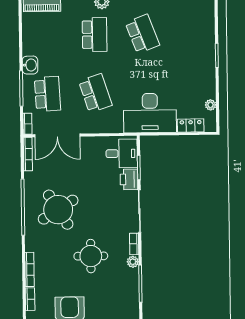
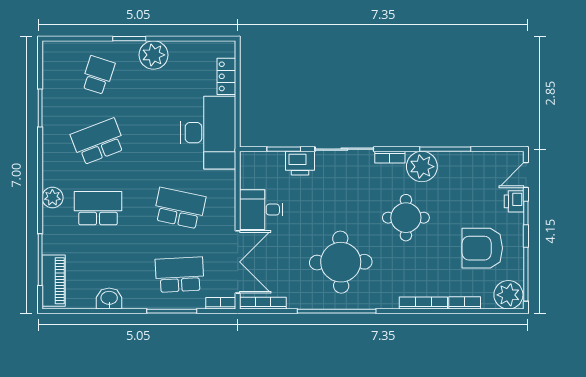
school desk: (190, 33) -> (98, 75), added
washbasin: (30, 65) -> (109, 298), moved
school desk: (95, 93) -> (180, 208), turned 30
plant: (211, 105) -> (153, 55), moved, width x1.88, depth x1.88
desk: (122, 154) -> (261, 210), moved, turned -90
round table: (58, 210) -> (341, 262), turned 31
plant: (133, 262) -> (422, 167), width x1.88, depth x1.88

